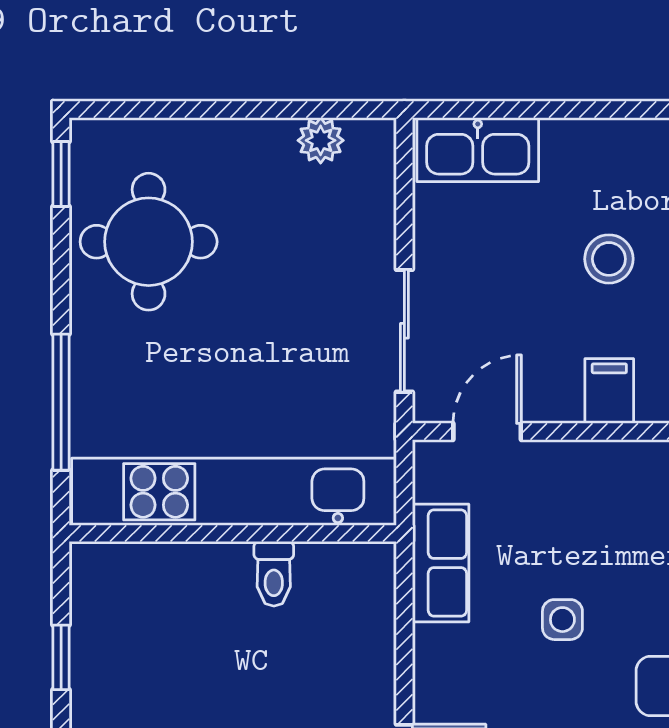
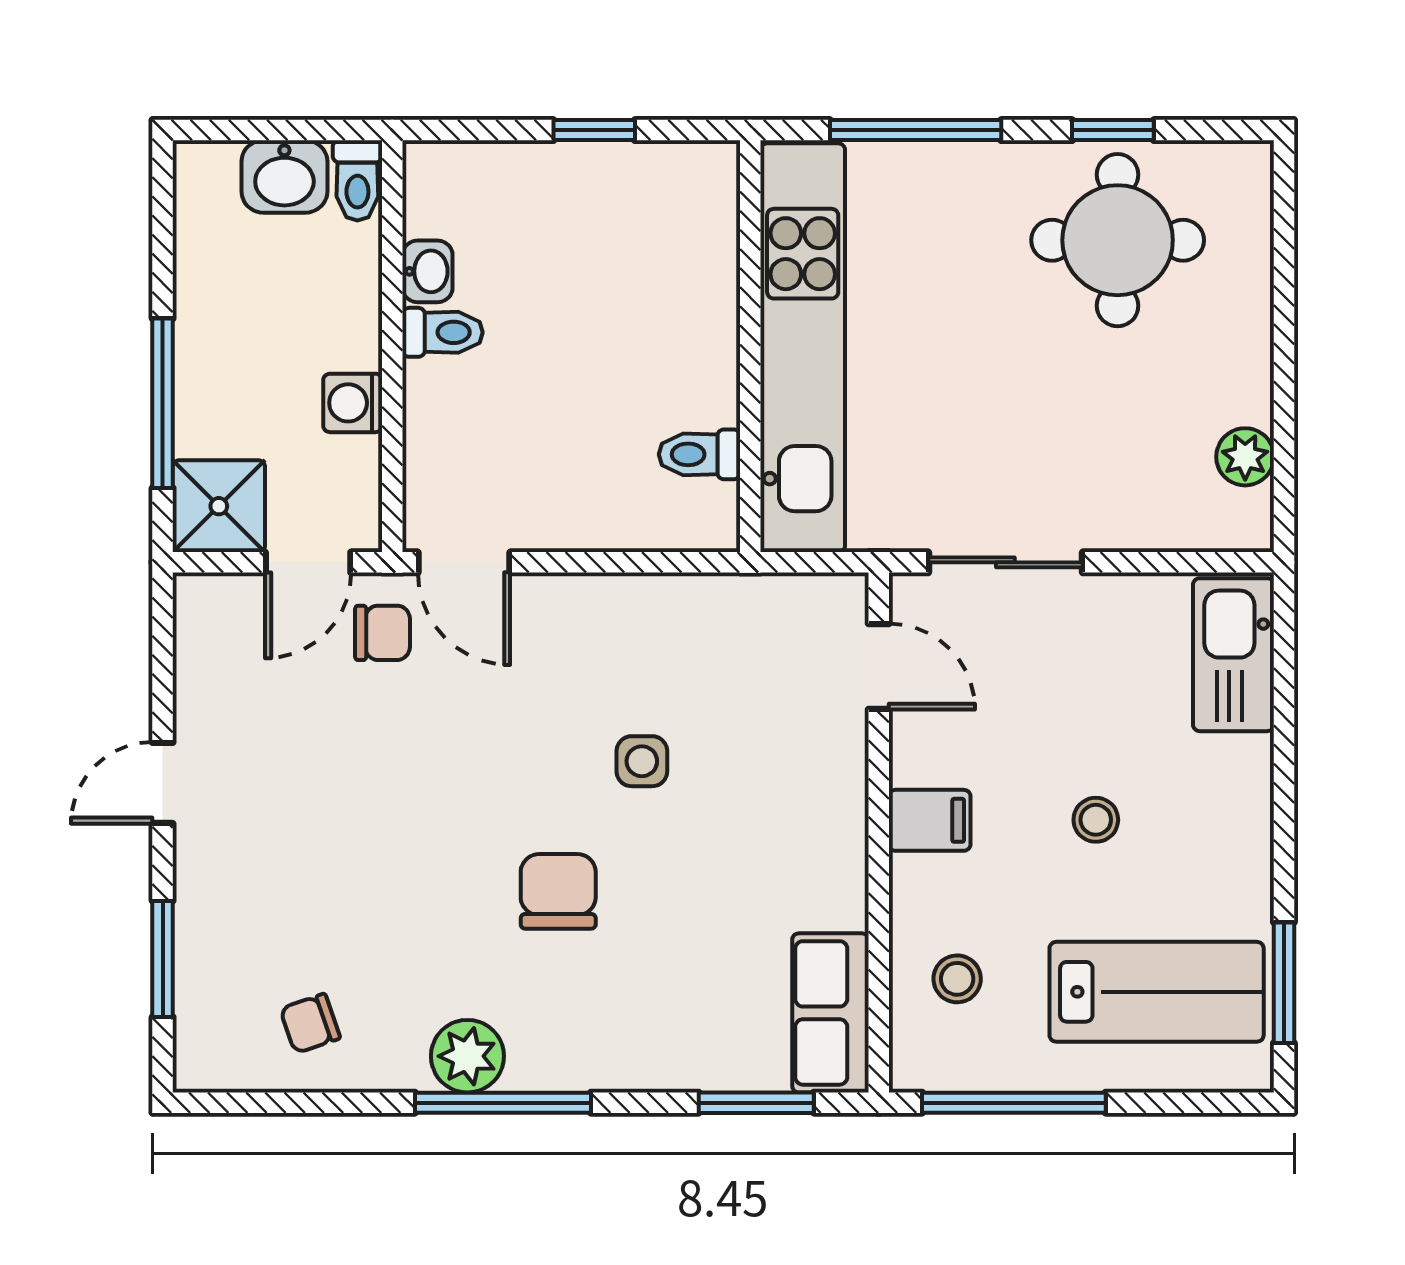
window: (61, 174) -> (1113, 130), moved
stool: (609, 259) -> (1096, 820), width x0.73, depth x0.73
row of seats: (441, 563) -> (713, 608), removed
toilet: (274, 574) -> (699, 454), moved

